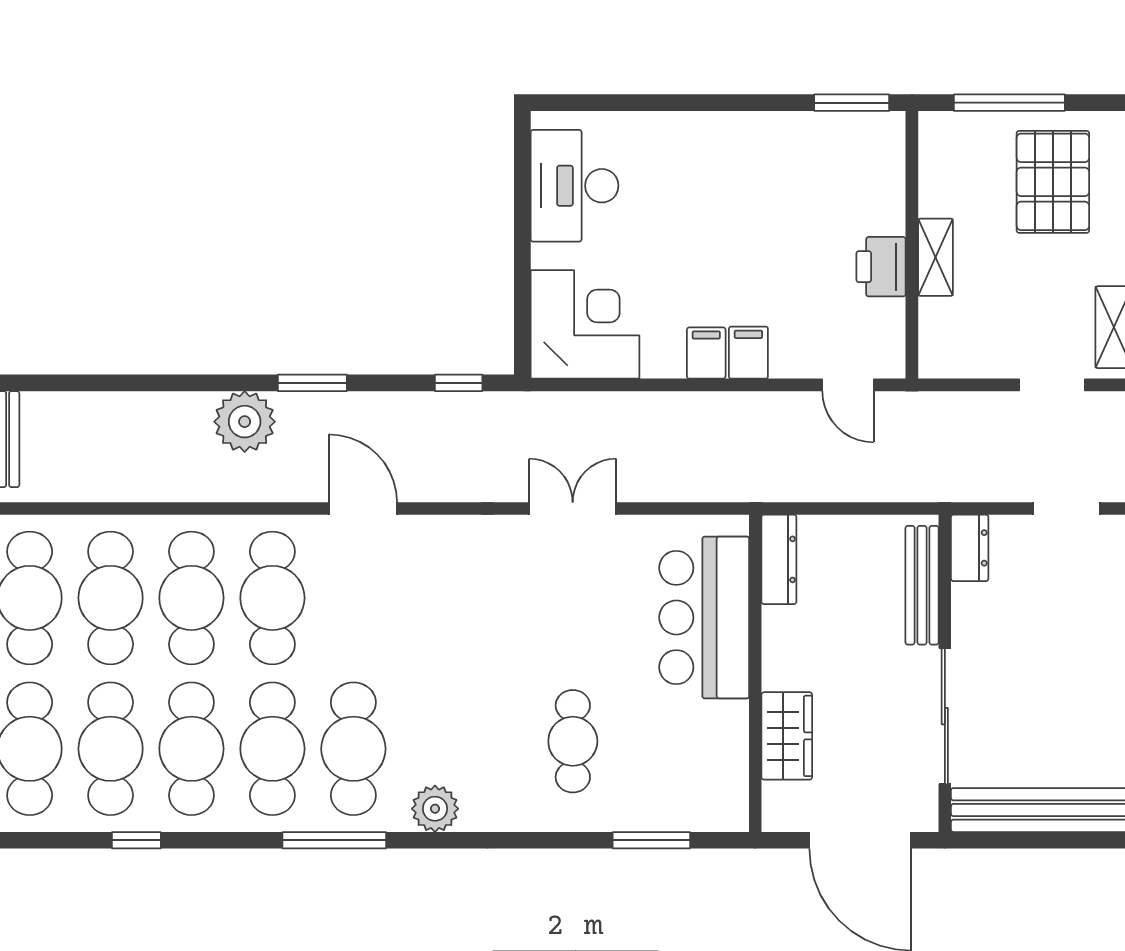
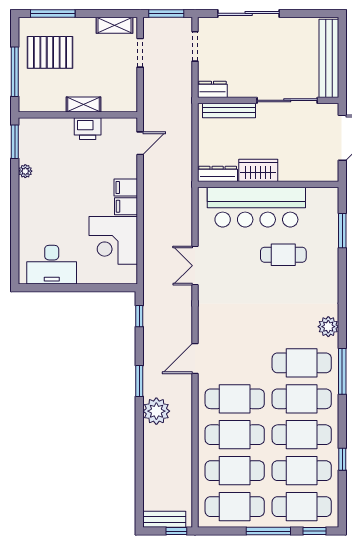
plant: (785, 126) -> (25, 171), added
corner desk: (585, 324) -> (113, 240), moved, turned -90
bar counter: (704, 617) -> (256, 207), width x1.36
wardrobe: (787, 736) -> (258, 170), moved
cafe table: (573, 741) -> (283, 255), moved

